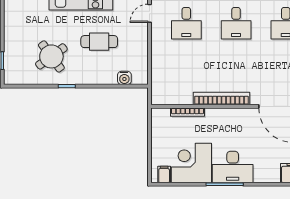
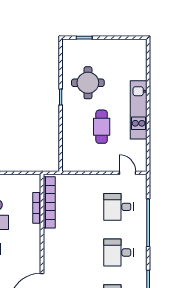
round table: (51, 56) -> (88, 83), turned 36
water cooler: (124, 78) -> (68, 150), removed
bookcase: (221, 99) -> (49, 202), moved

